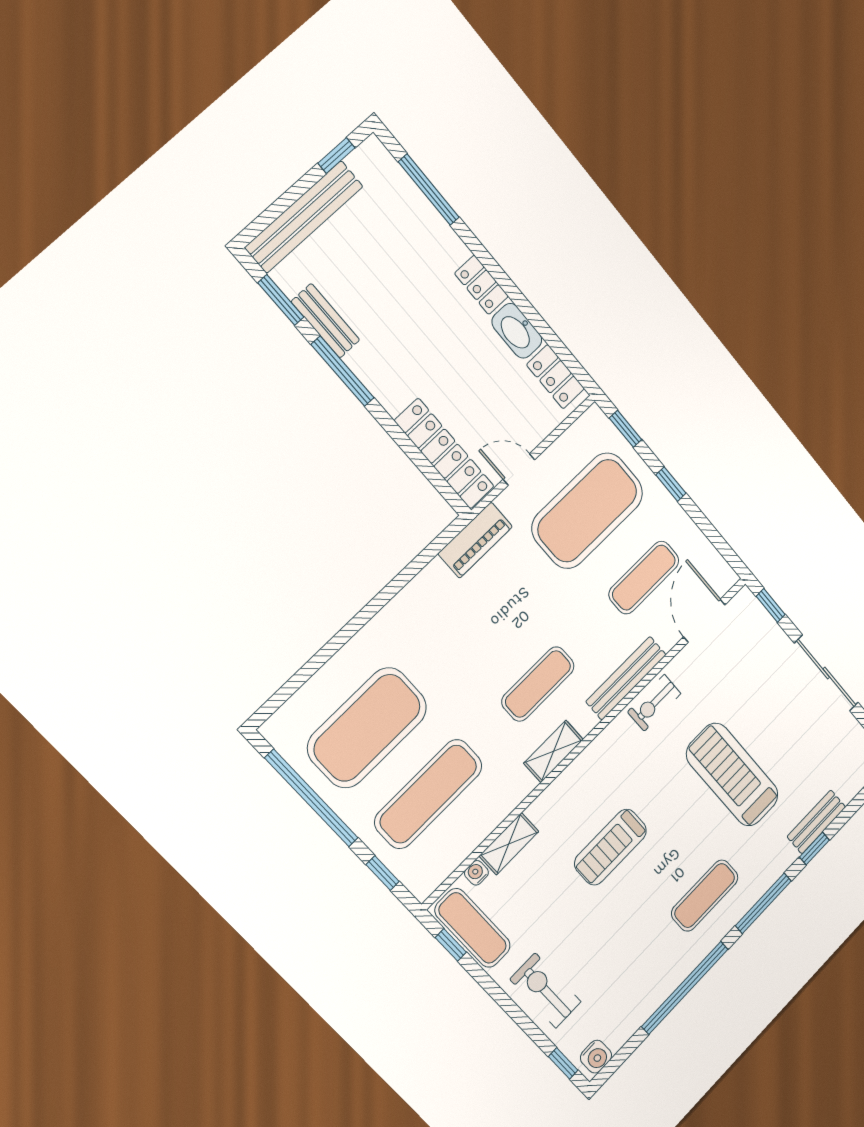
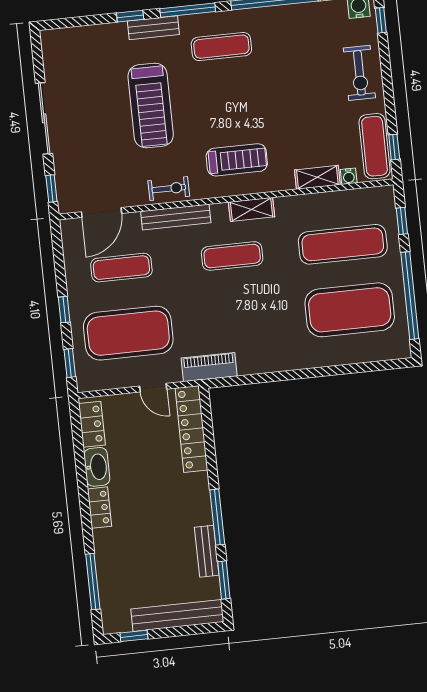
bench: (816, 822) -> (153, 28), moved
treadmill: (611, 847) -> (237, 160), moved

